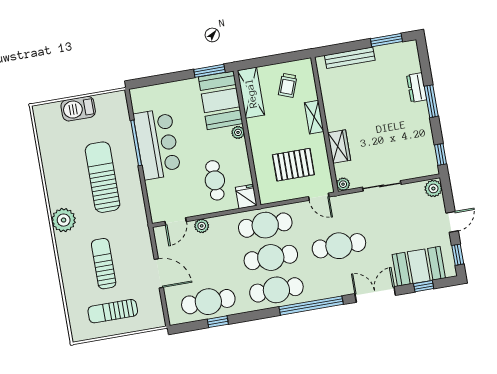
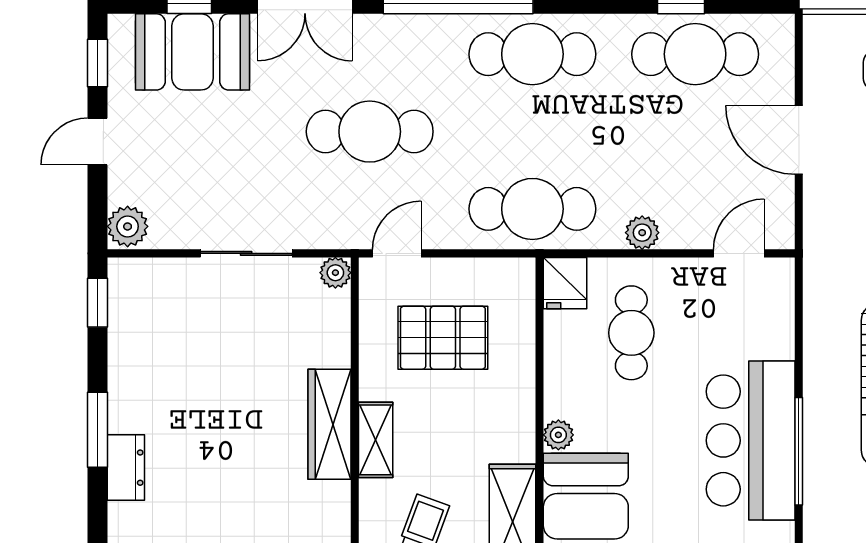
wardrobe: (339, 147) -> (330, 424), moved, width x1.50
door: (319, 197) -> (397, 253), hinge flipped
plant: (202, 226) -> (642, 233), moved
cafe table: (271, 257) -> (532, 132), removed

